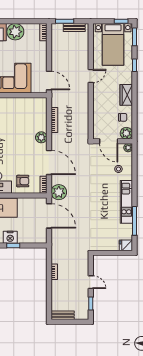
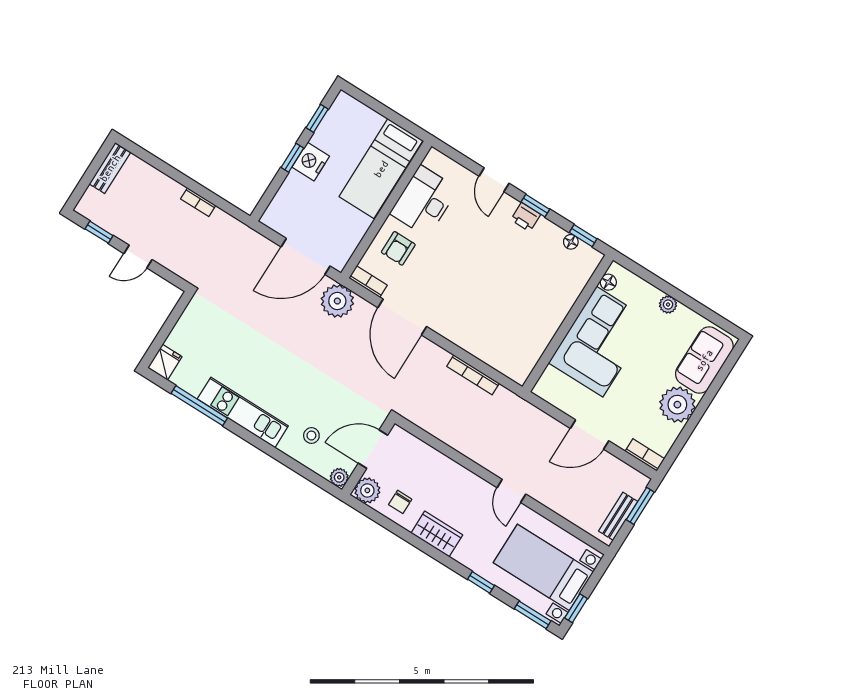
door: (49, 81) -> (590, 435), moved
plant: (41, 137) -> (457, 332), removed
door: (49, 162) -> (402, 317), hinge flipped

